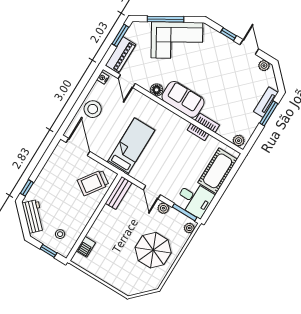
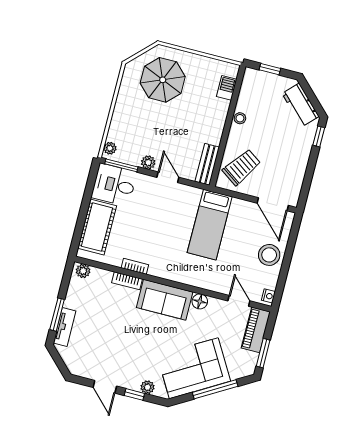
plant: (264, 66) -> (147, 387), moved
stool: (60, 234) -> (240, 118), moved
parasol: (153, 250) -> (163, 80), moved

